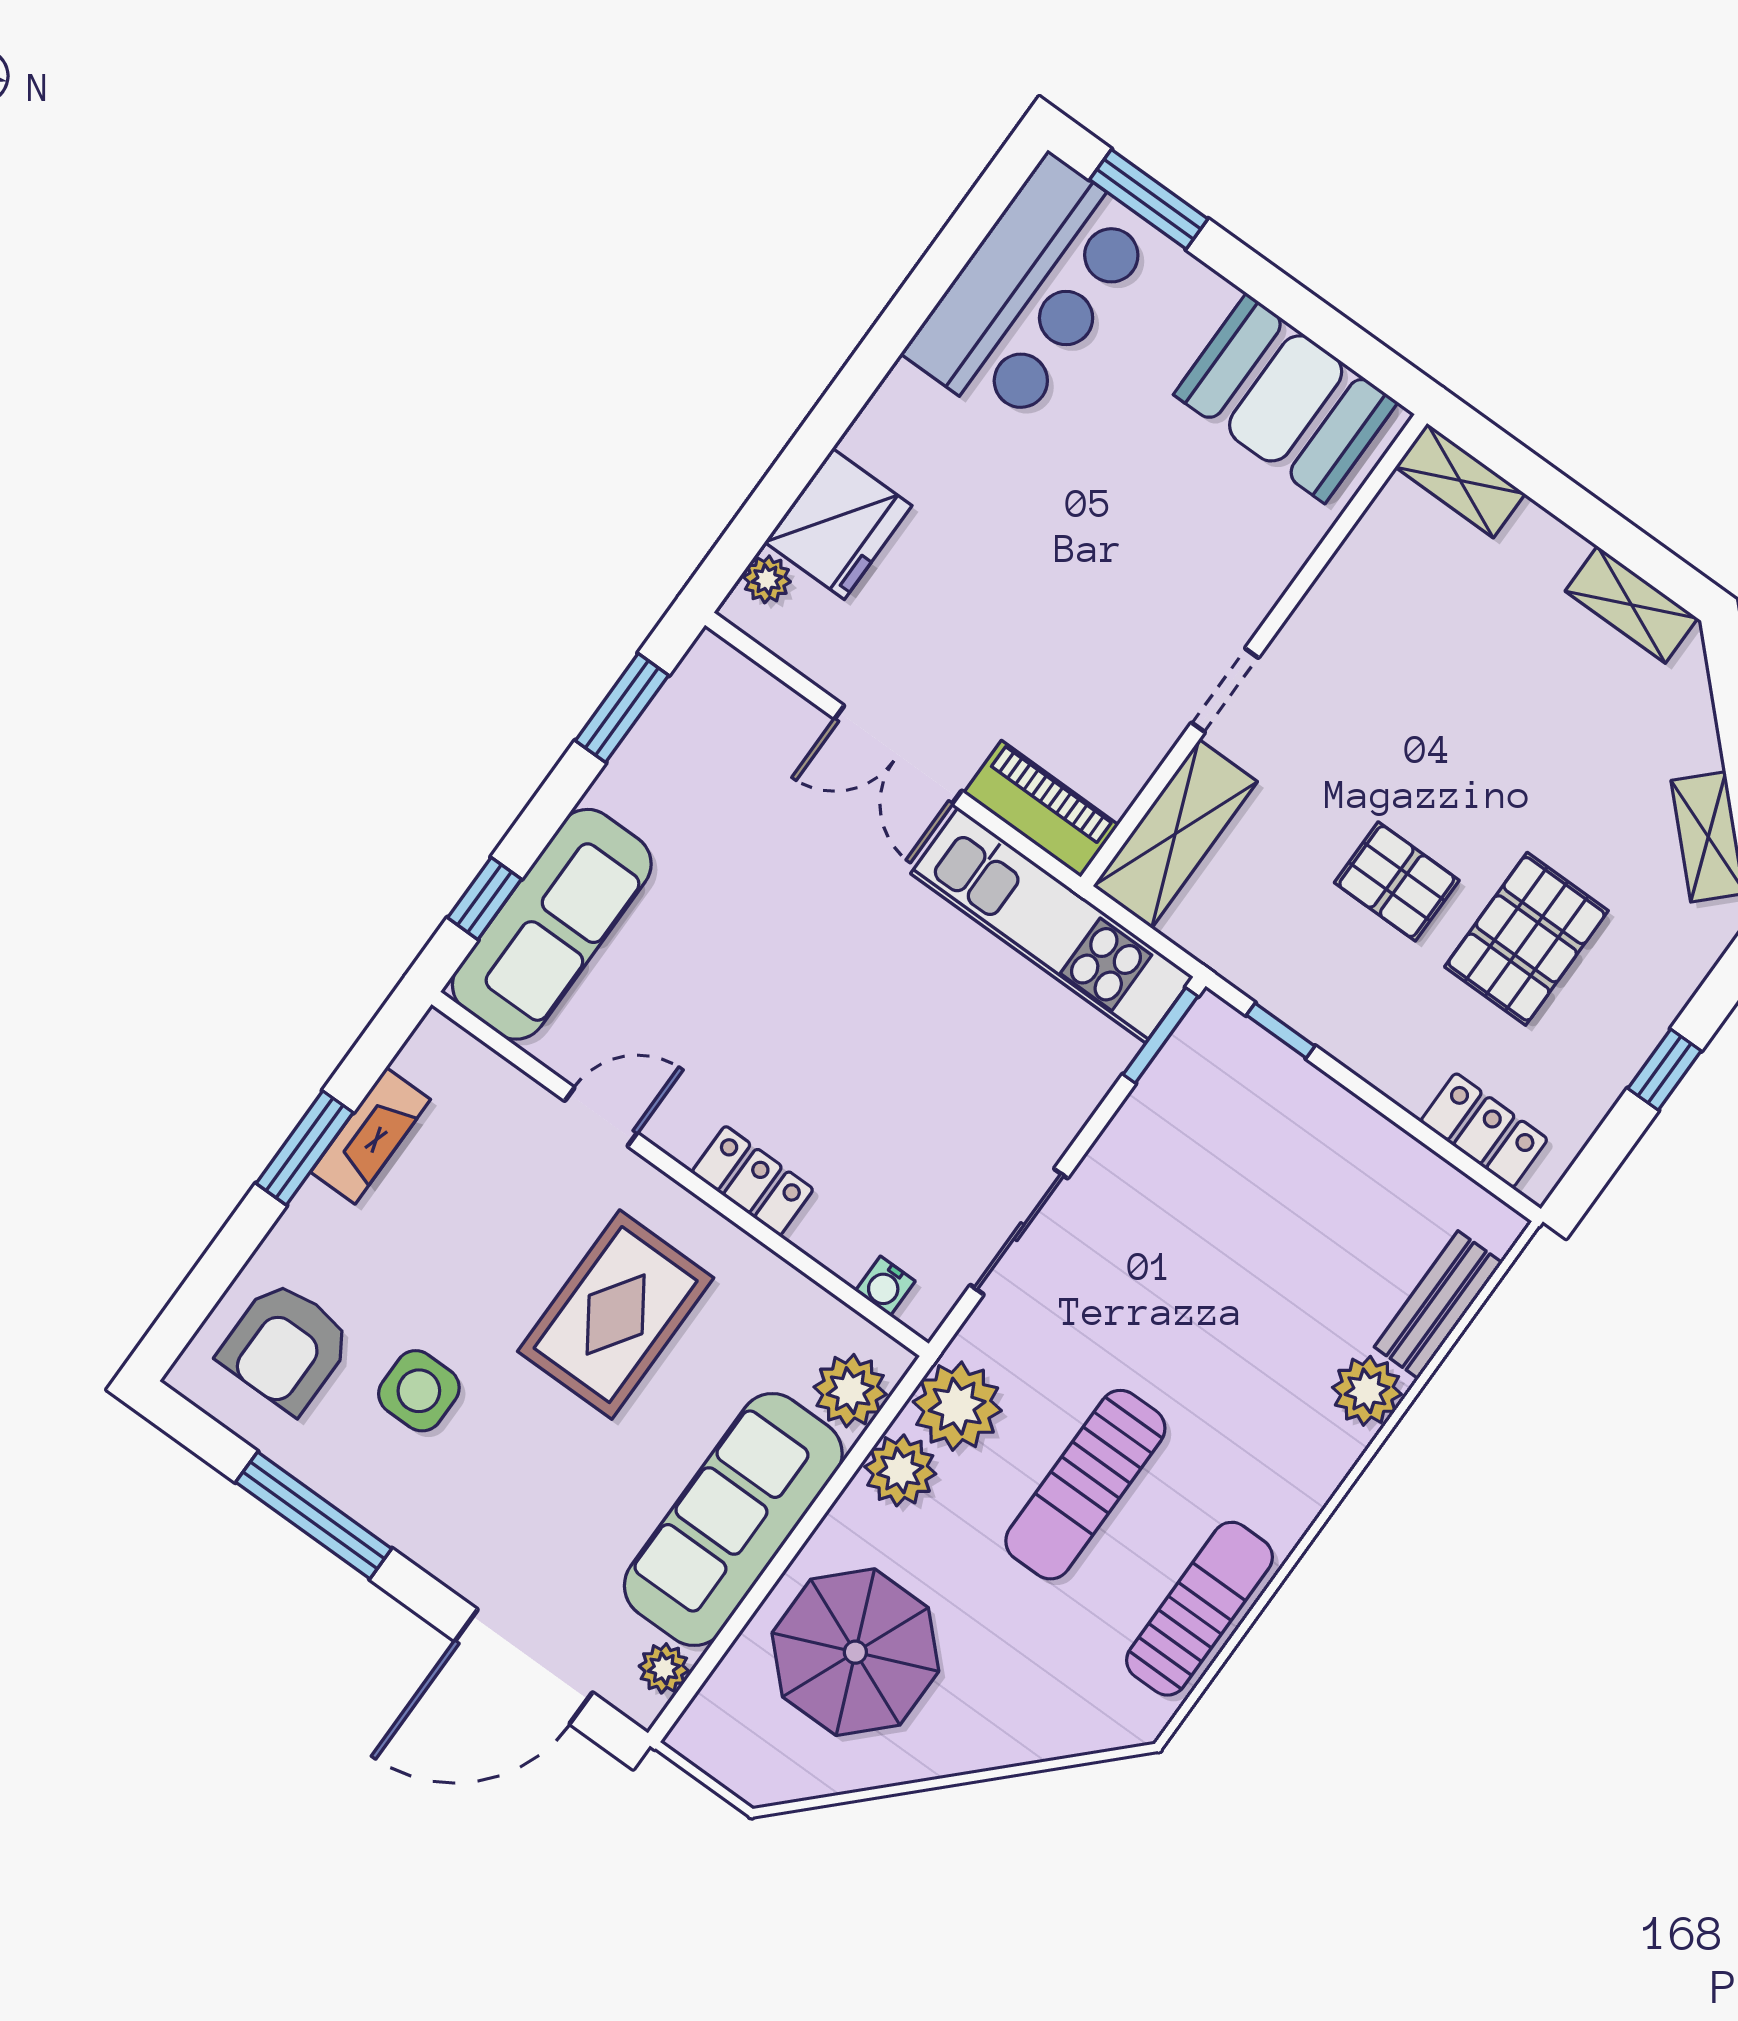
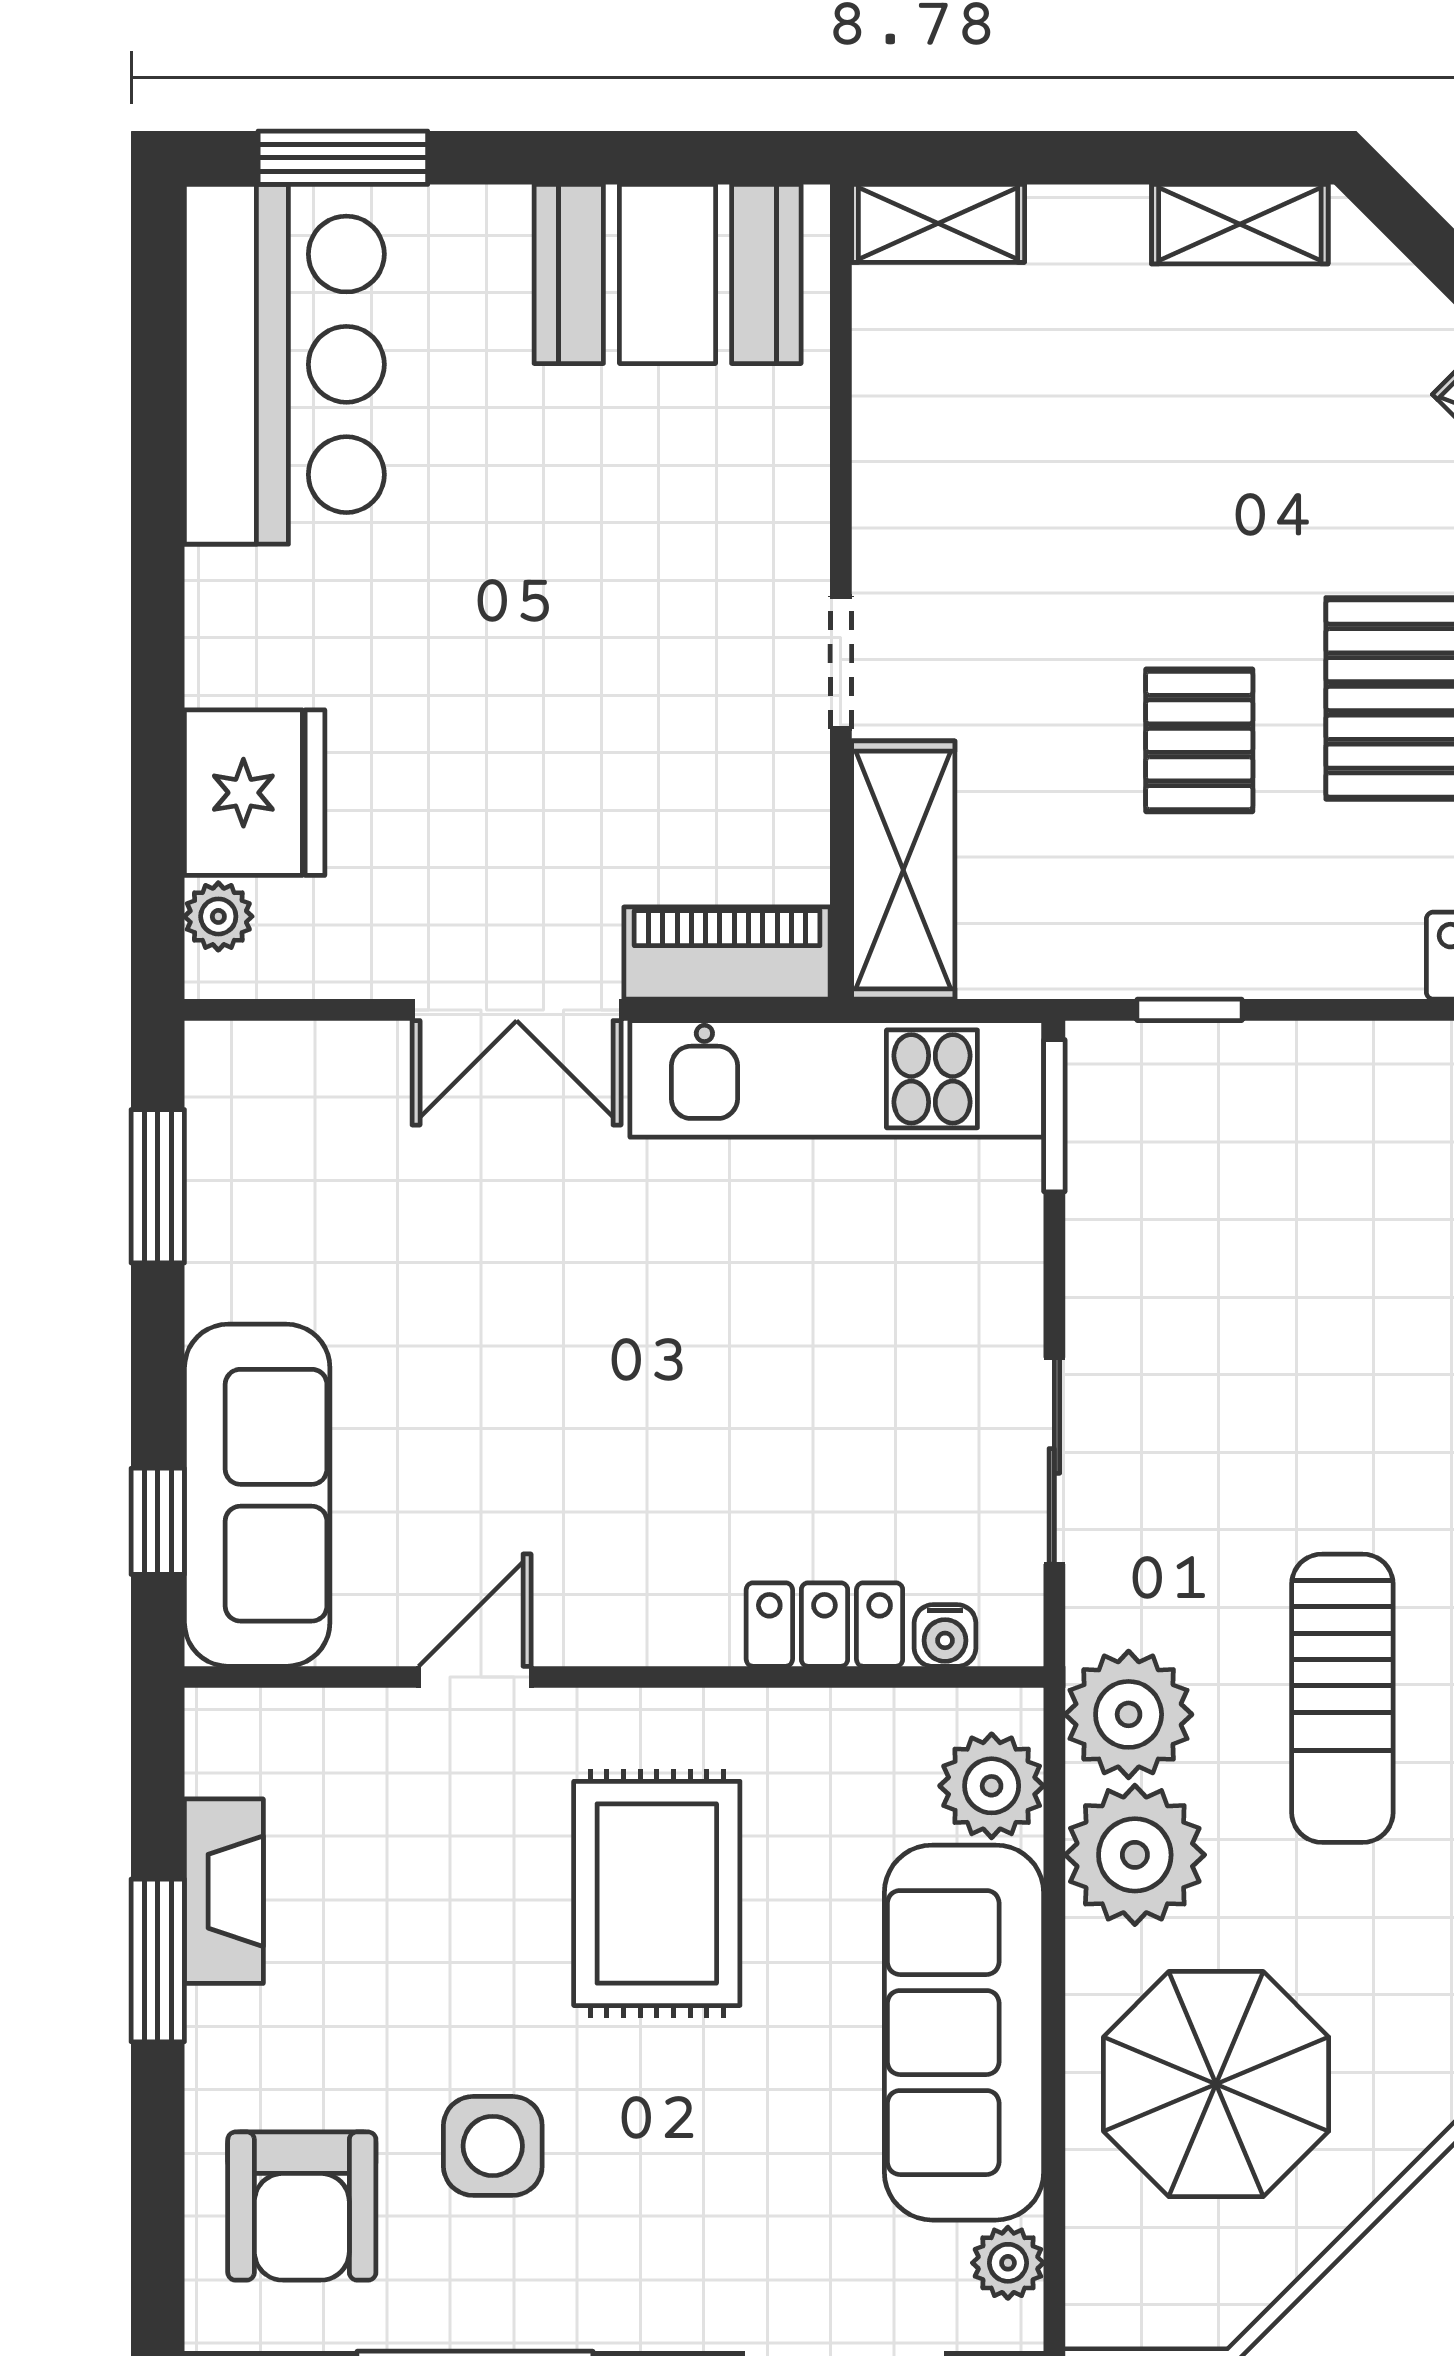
pallet: (1397, 881) -> (1199, 740), turned 90
locker: (752, 1181) -> (824, 1625), moved
plant: (900, 1470) -> (1135, 1855), width x1.36, depth x1.36

